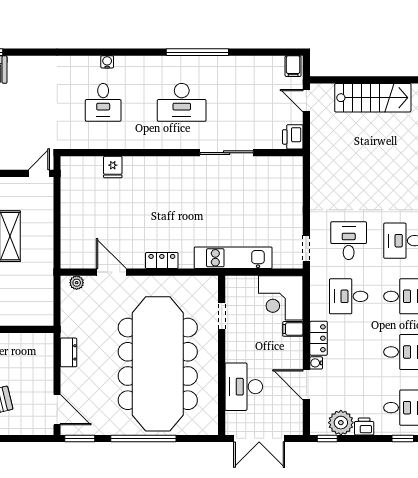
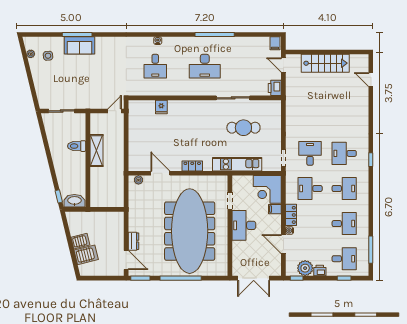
cafe table: (243, 200) -> (243, 128), added
dresser: (69, 352) -> (133, 241), moved
desk: (244, 387) -> (244, 225), moved

